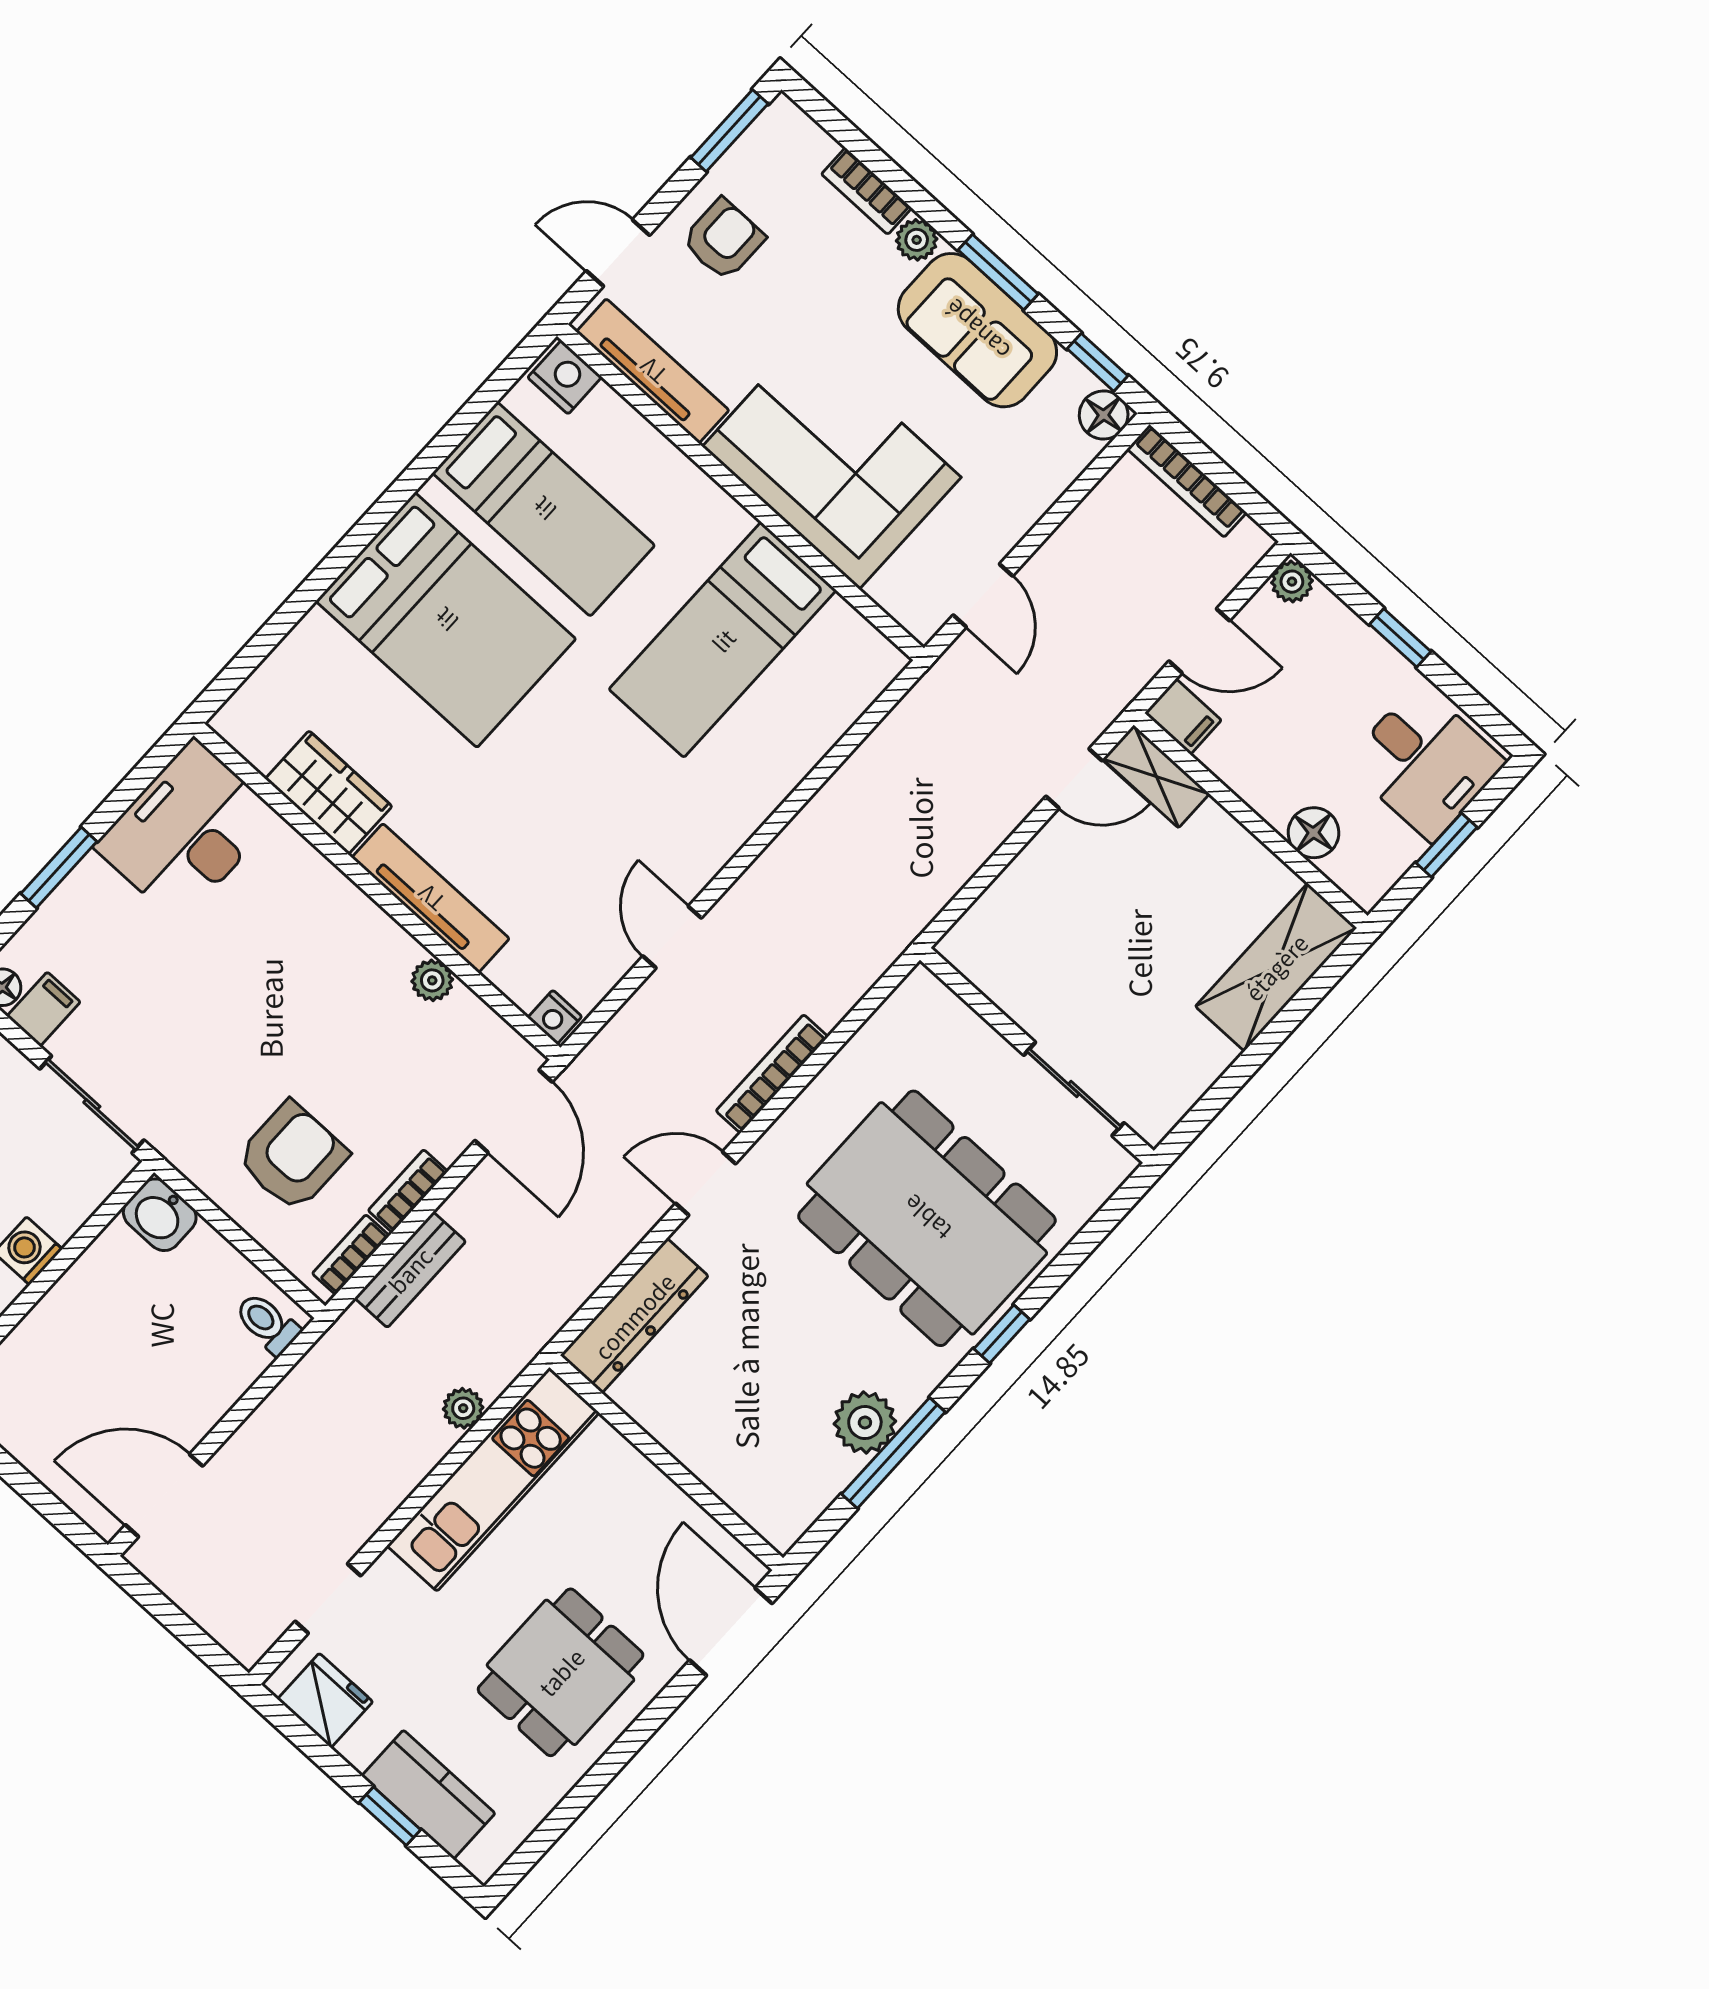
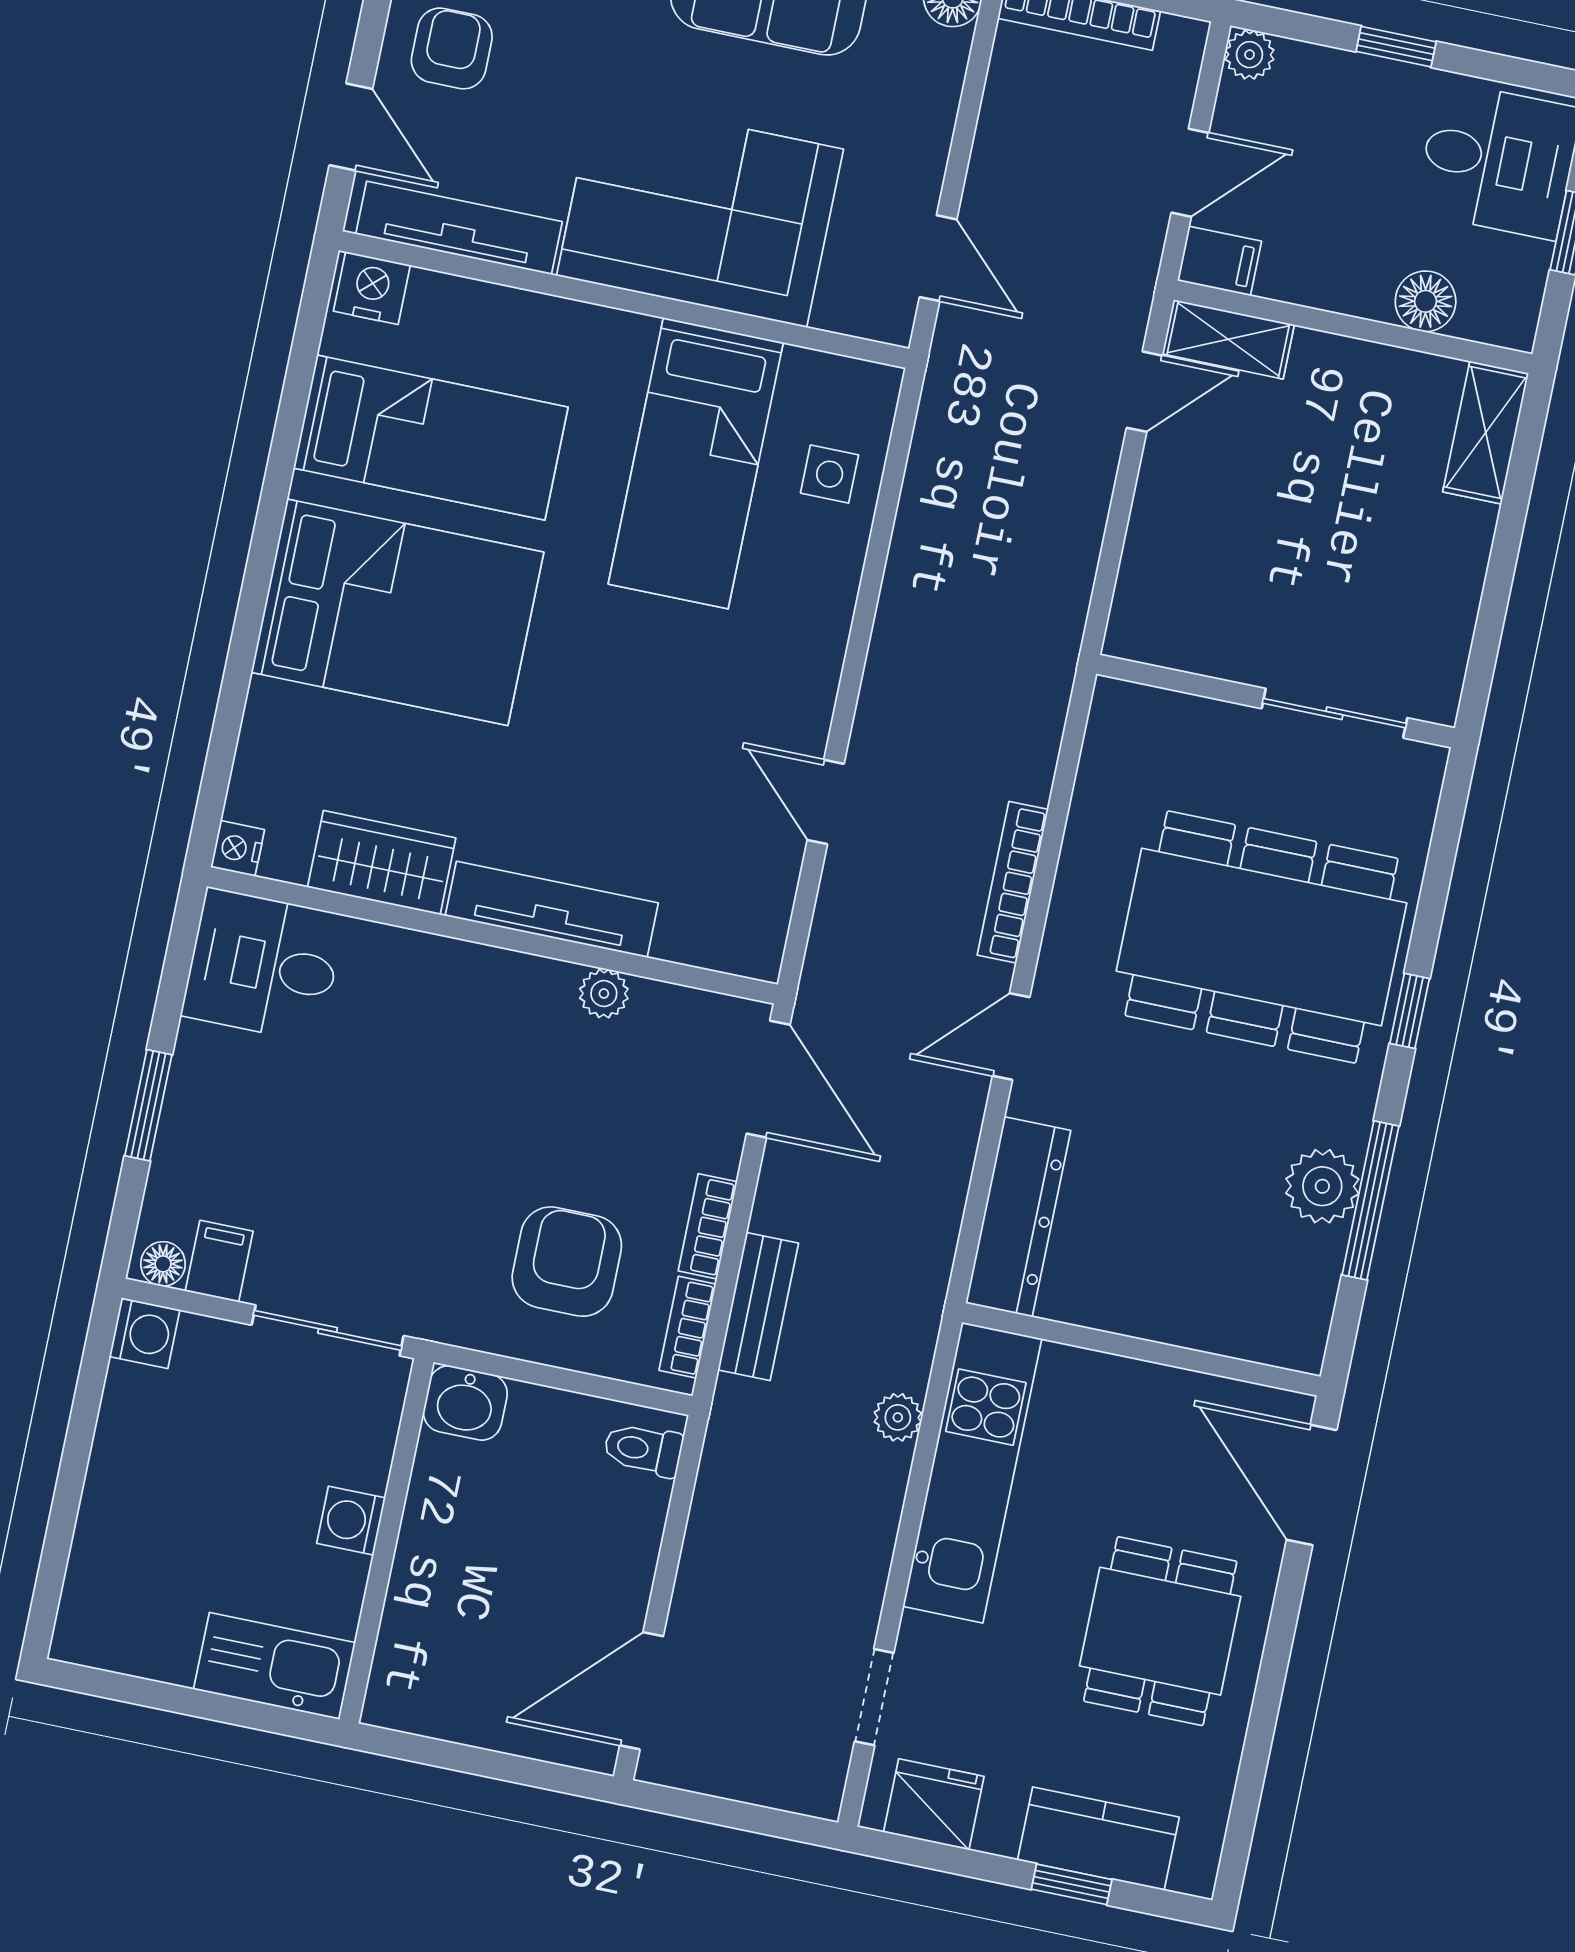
door: (618, 253) -> (351, 127), swing flipped
side table: (814, 704) -> (830, 474), added
desk: (187, 831) -> (263, 965), width x0.73
shelving: (1276, 967) -> (1486, 433), width x0.67, depth x0.75
nightstand: (555, 1017) -> (238, 848), moved, turned 90

